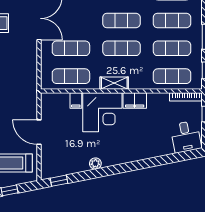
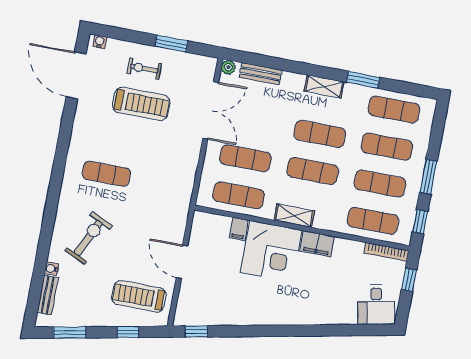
plant: (95, 163) -> (249, 318), removed

